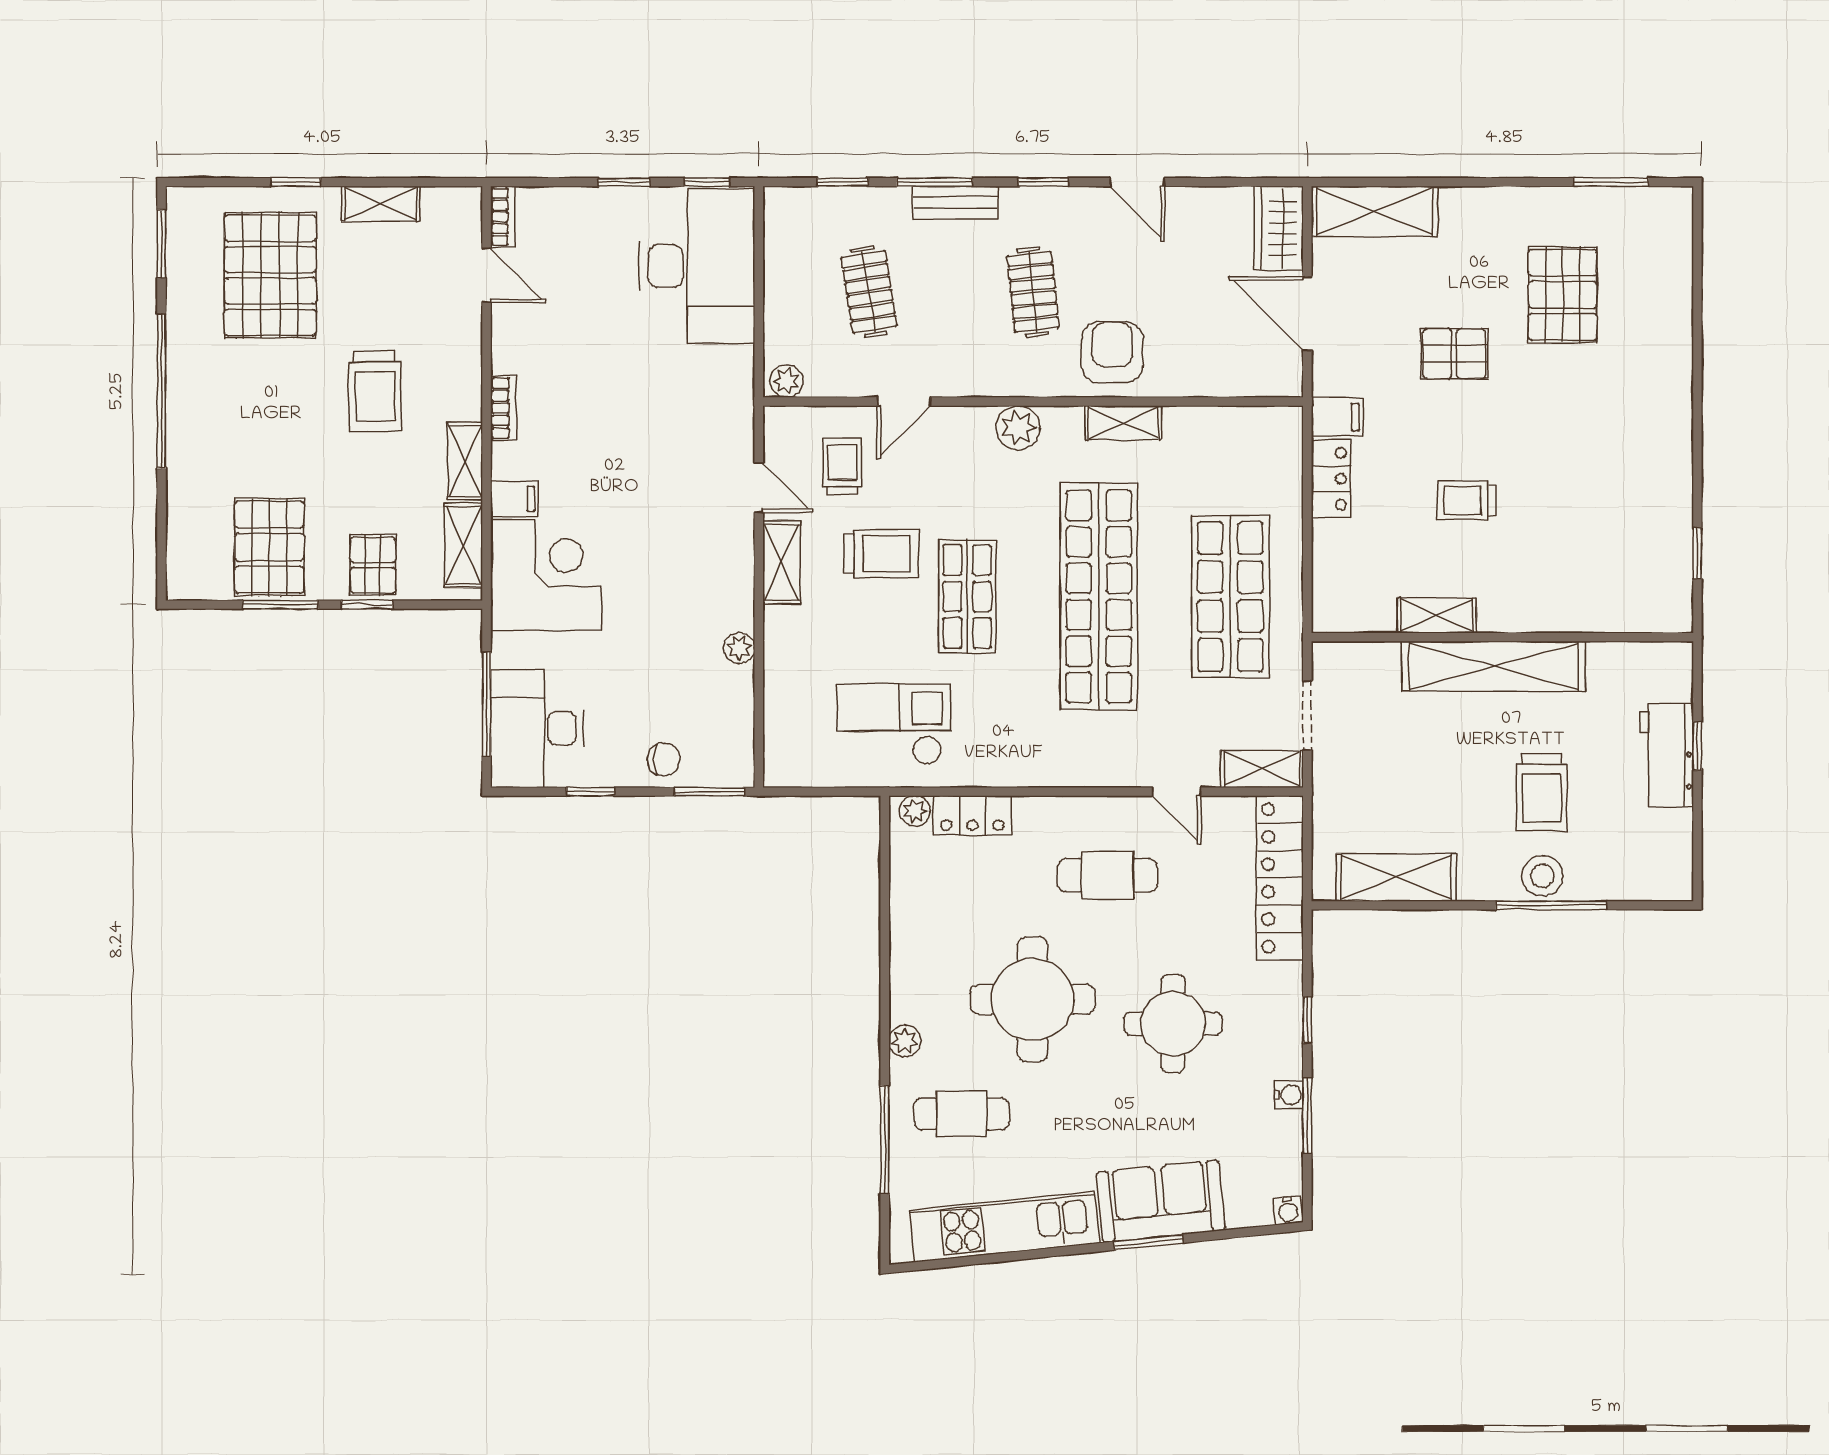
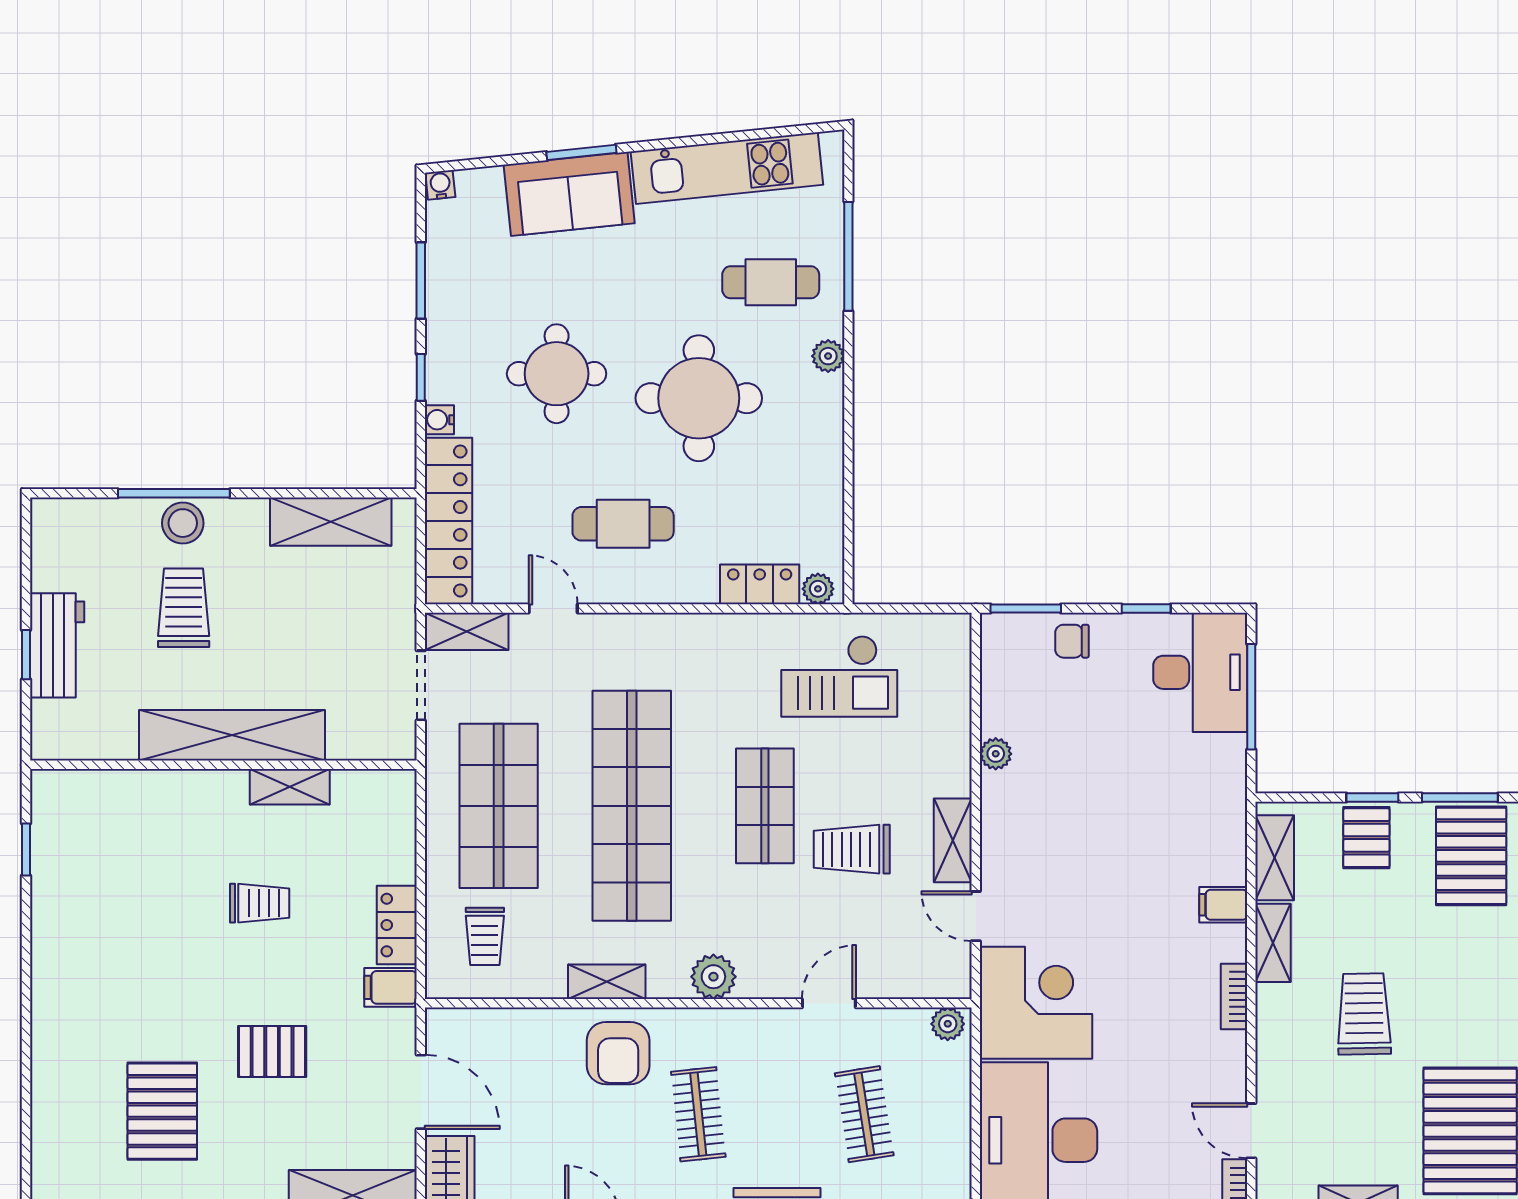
trolley: (842, 466) -> (485, 936), moved
corner desk: (546, 575) -> (1036, 1003), moved, turned 180
water cooler: (1289, 1095) -> (439, 420), moved

